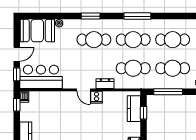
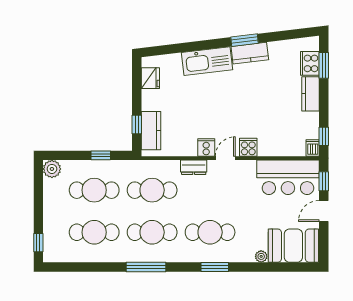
door: (84, 90) -> (225, 158), hinge flipped
window: (168, 92) -> (101, 155), width x0.46
cooker: (68, 97) -> (248, 147), added

